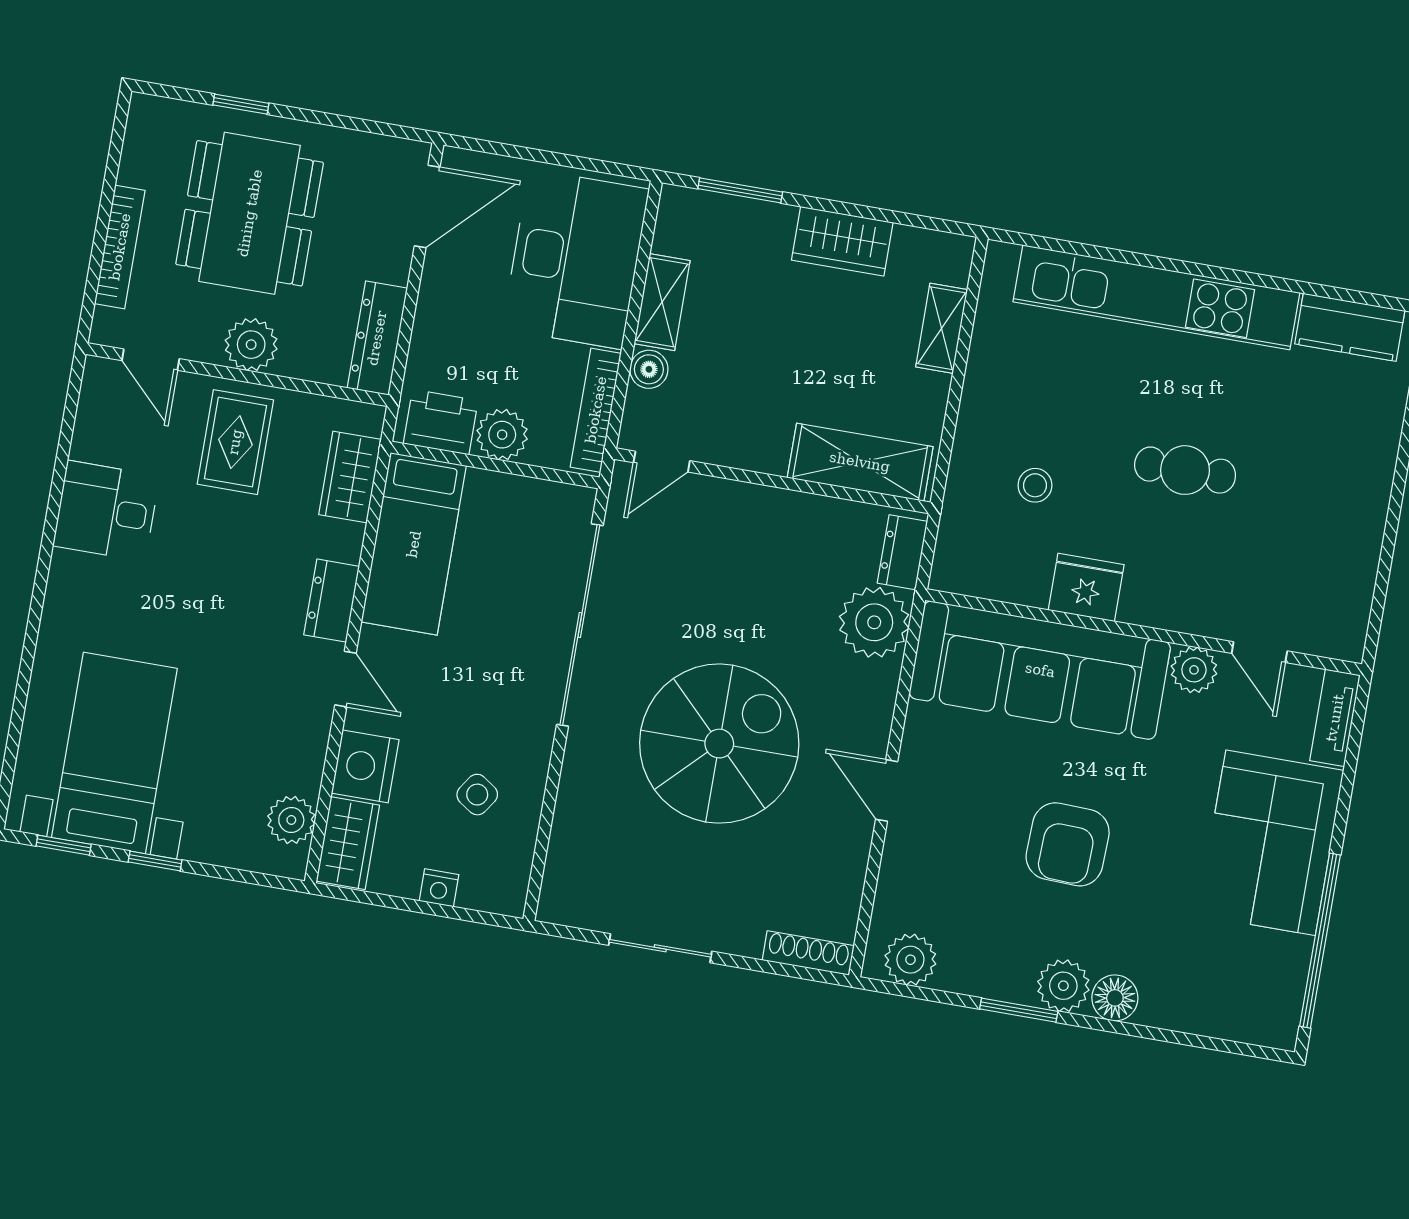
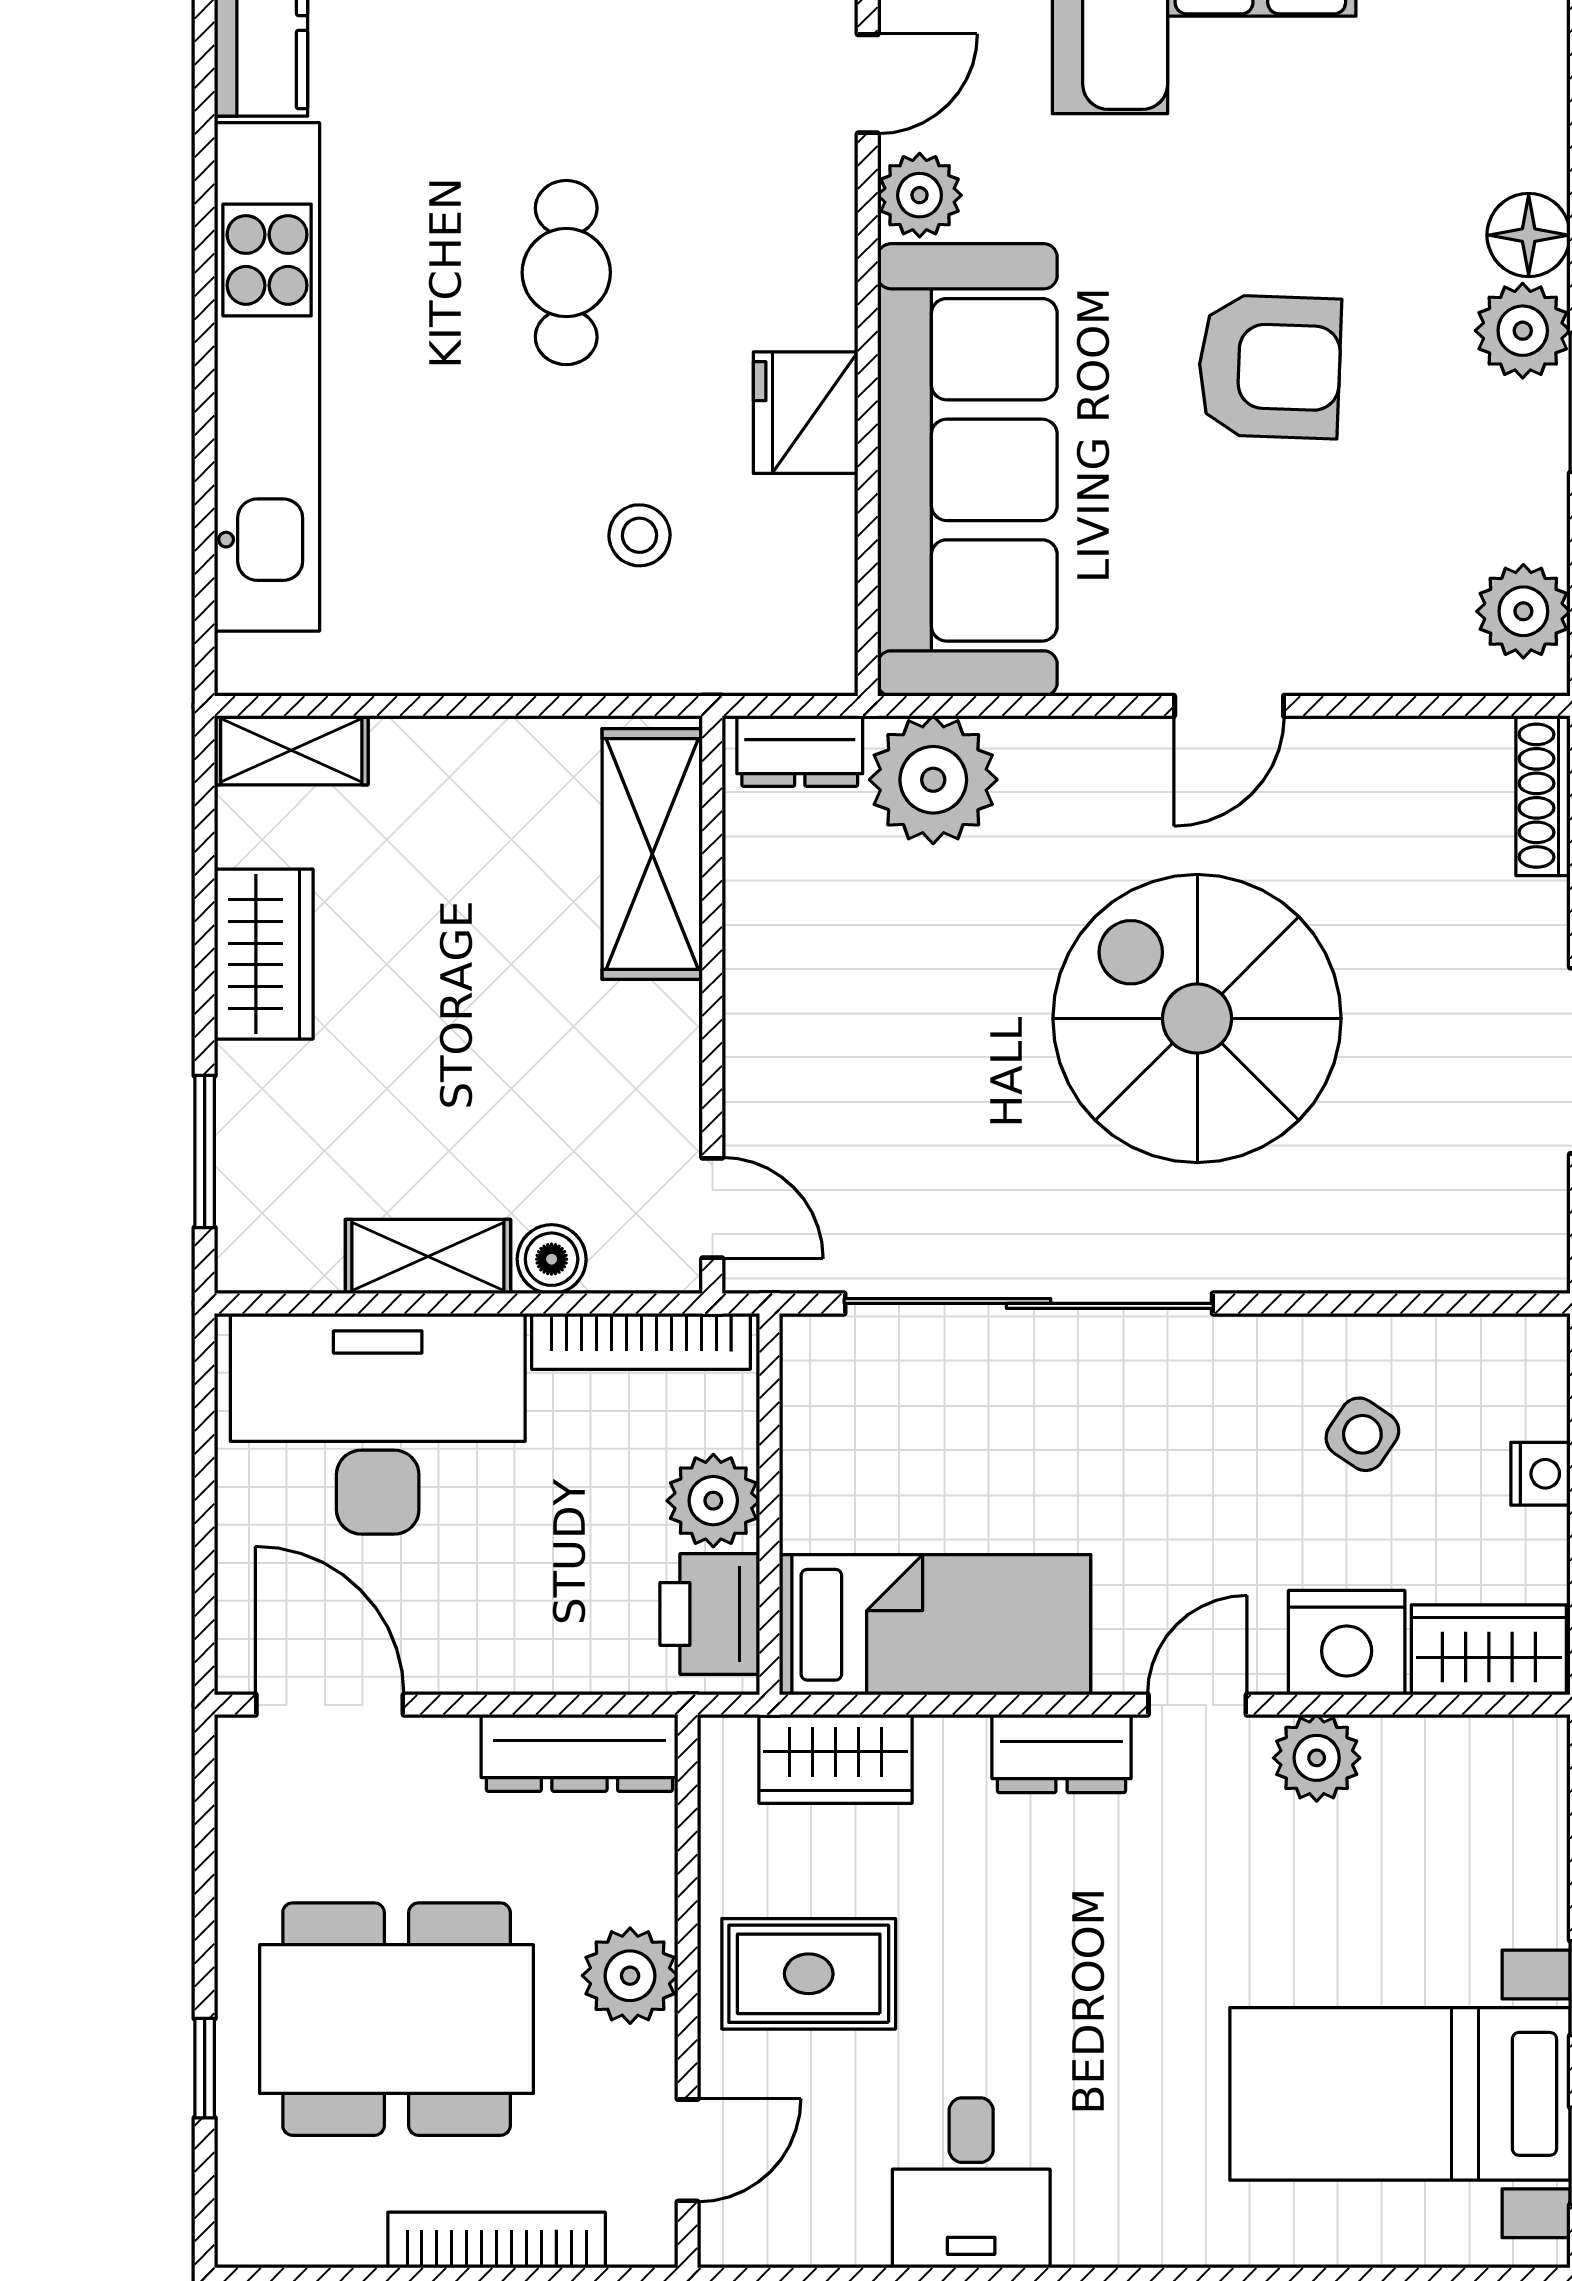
shelving: (942, 328) -> (291, 750), moved
plant: (291, 820) -> (1317, 1758), moved

